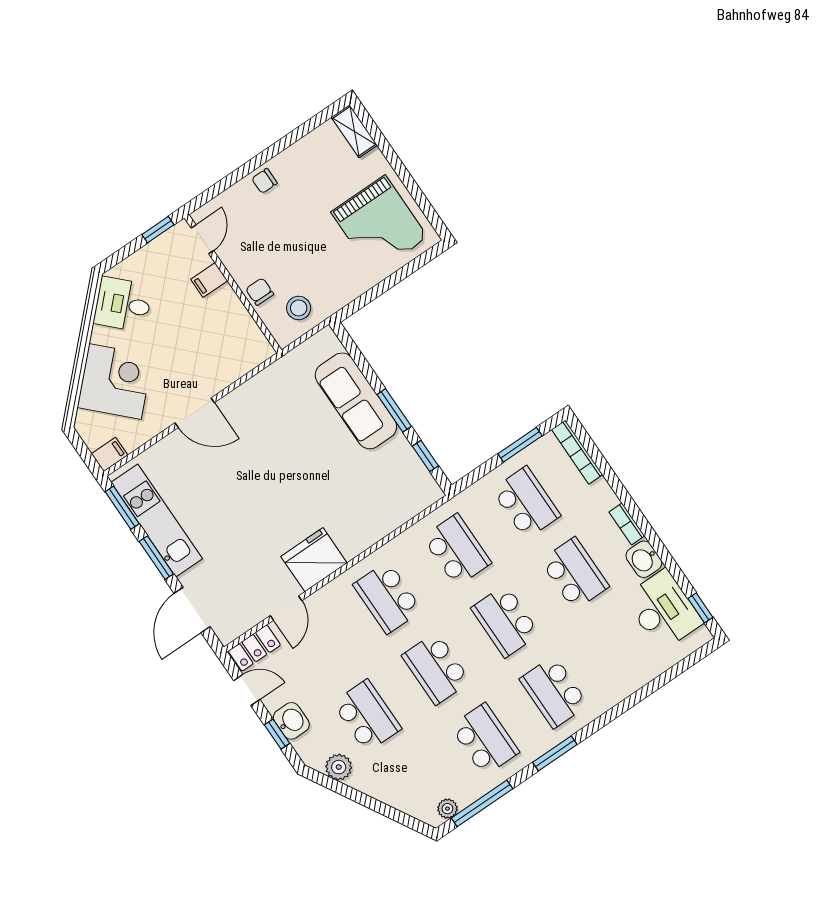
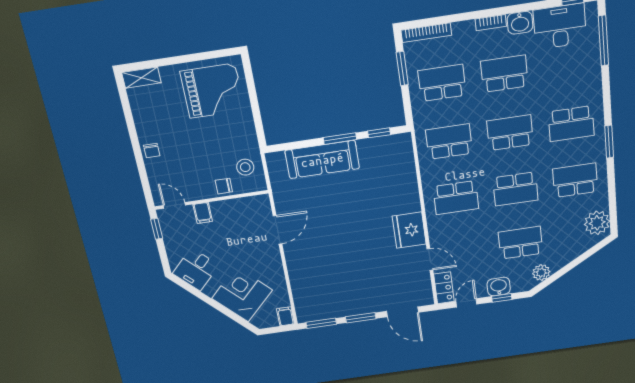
door: (195, 413) -> (278, 230), moved
kitchen unit: (157, 521) -> (339, 308), removed
school desk: (505, 621) -> (510, 133), turned 180
window: (482, 803) -> (603, 41), moved
plant: (447, 809) -> (597, 223), width x1.88, depth x1.88

